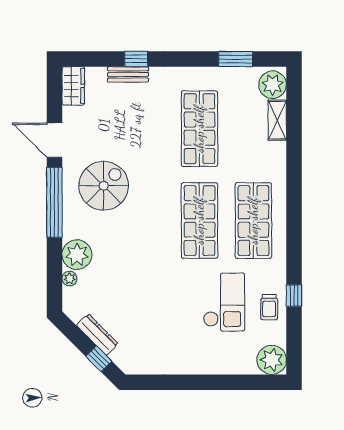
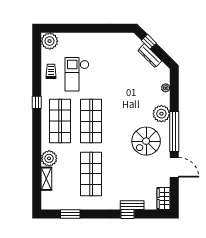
plant: (273, 85) -> (49, 158), moved
plant: (77, 255) -> (161, 114), moved
window: (294, 296) -> (37, 102), moved

